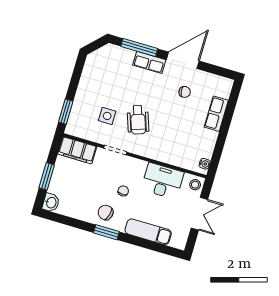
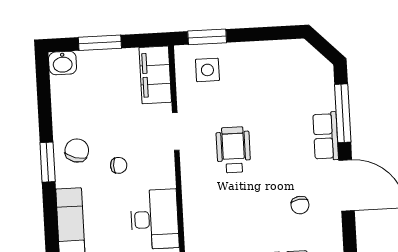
side table: (107, 116) -> (207, 70), moved
wheelchair: (138, 120) -> (233, 150), turned 109

